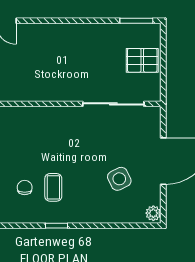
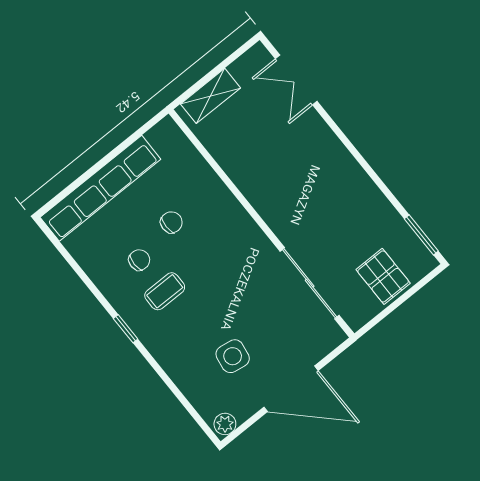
chair: (18, 153) -> (171, 222), added
side table: (119, 179) -> (233, 356), turned 35

